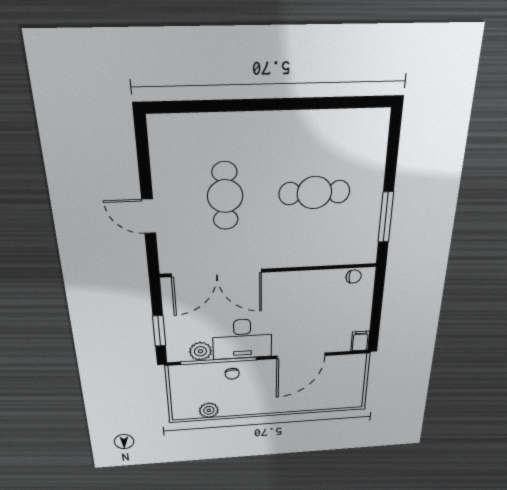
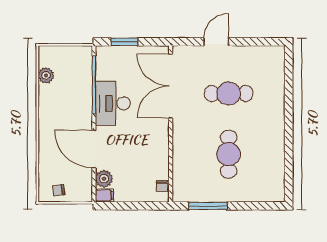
plant: (200, 351) -> (104, 179), moved
chair: (232, 374) -> (59, 190), moved

